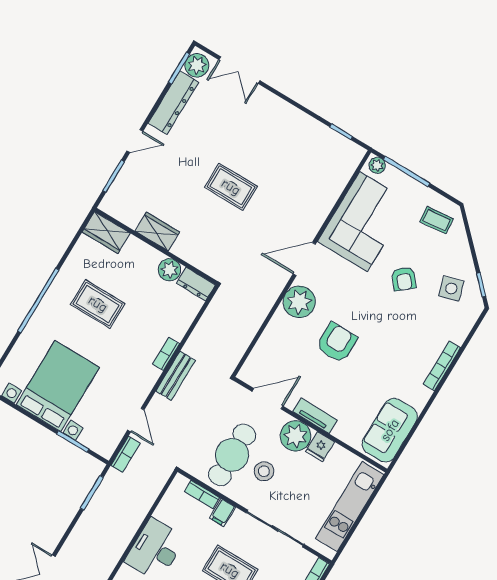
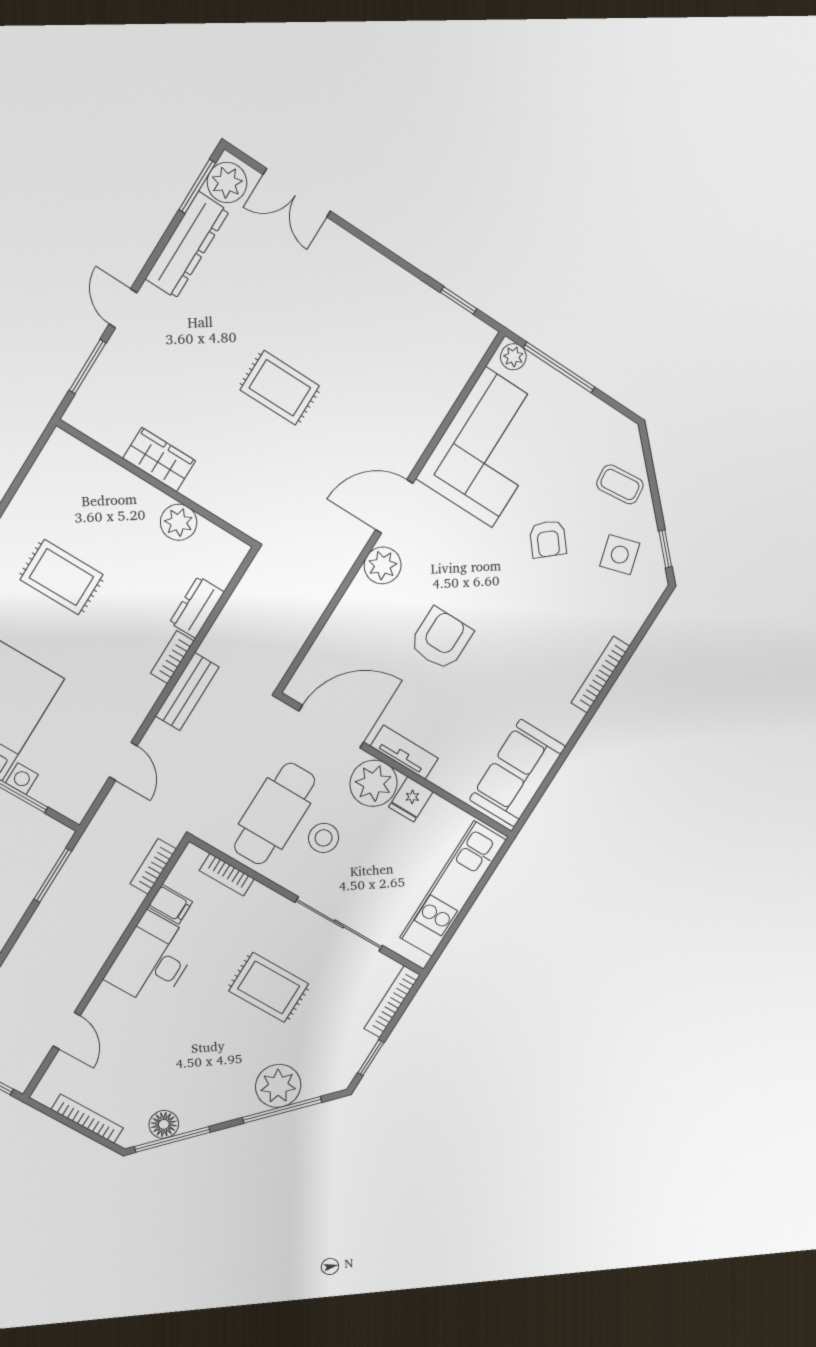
door: (135, 141) -> (123, 308), swing flipped
coffee table: (437, 220) -> (620, 484), moved
wardrobe: (106, 233) -> (75, 460), removed
dresser: (196, 284) -> (197, 607), moved, turned 90
plant: (299, 302) -> (383, 565), width x0.73, depth x0.73
door: (267, 399) -> (331, 727), width x1.36
bookcase: (125, 454) -> (153, 866), moved, turned 180
filing cabinet: (222, 512) -> (170, 904), moved, turned -90

